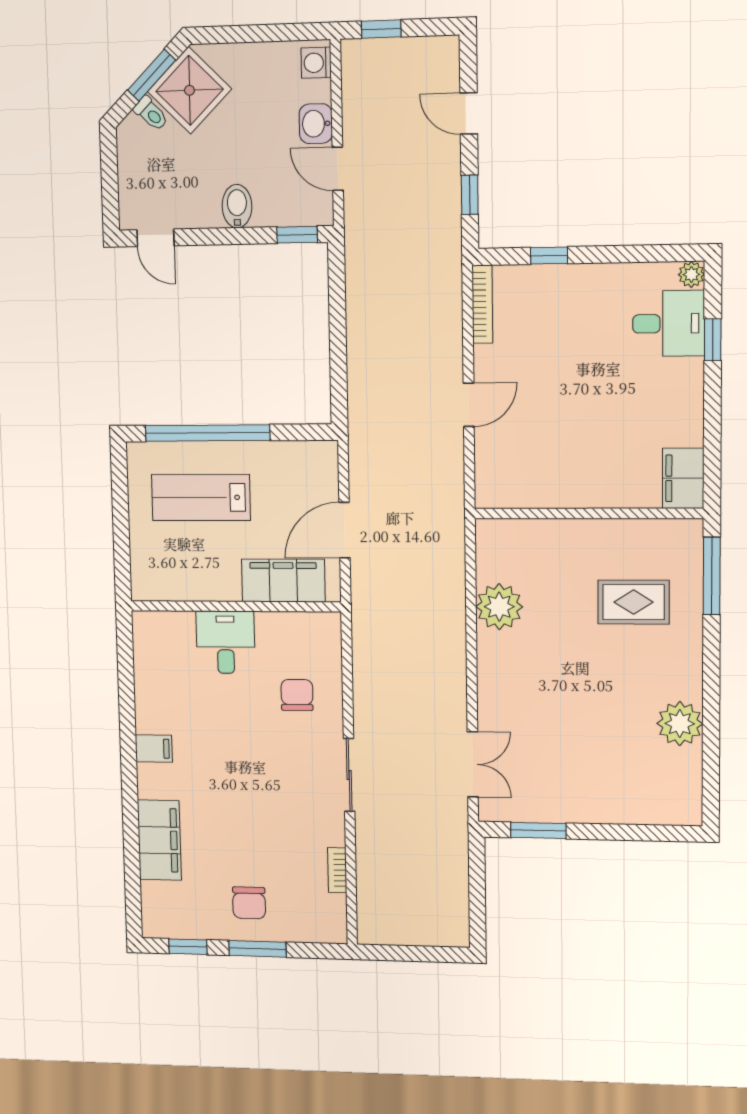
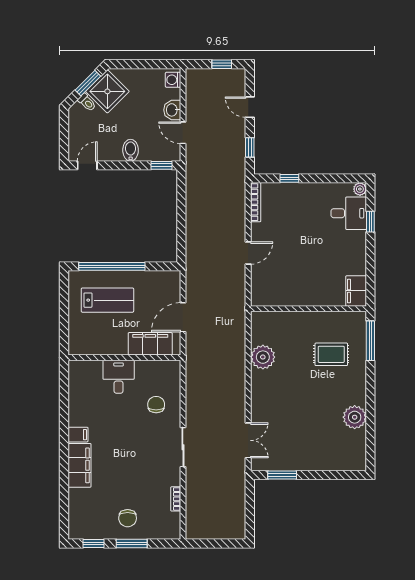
window: (381, 29) -> (222, 64), moved
door: (155, 238) -> (87, 165), swing flipped
lab bench: (201, 497) -> (107, 300), turned 180
filing cabinet: (159, 840) -> (79, 465), moved

